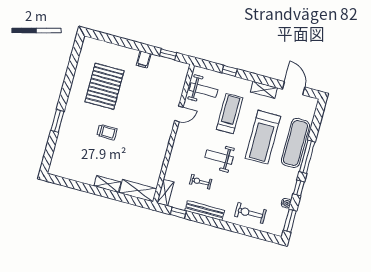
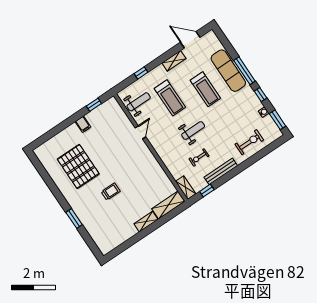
treadmill: (230, 114) -> (170, 98), turned 180
treadmill: (263, 137) -> (205, 89), width x0.73, depth x0.73
weight bench: (219, 157) -> (193, 131), turned 180
exercise bike: (250, 213) -> (249, 142), turned 180

